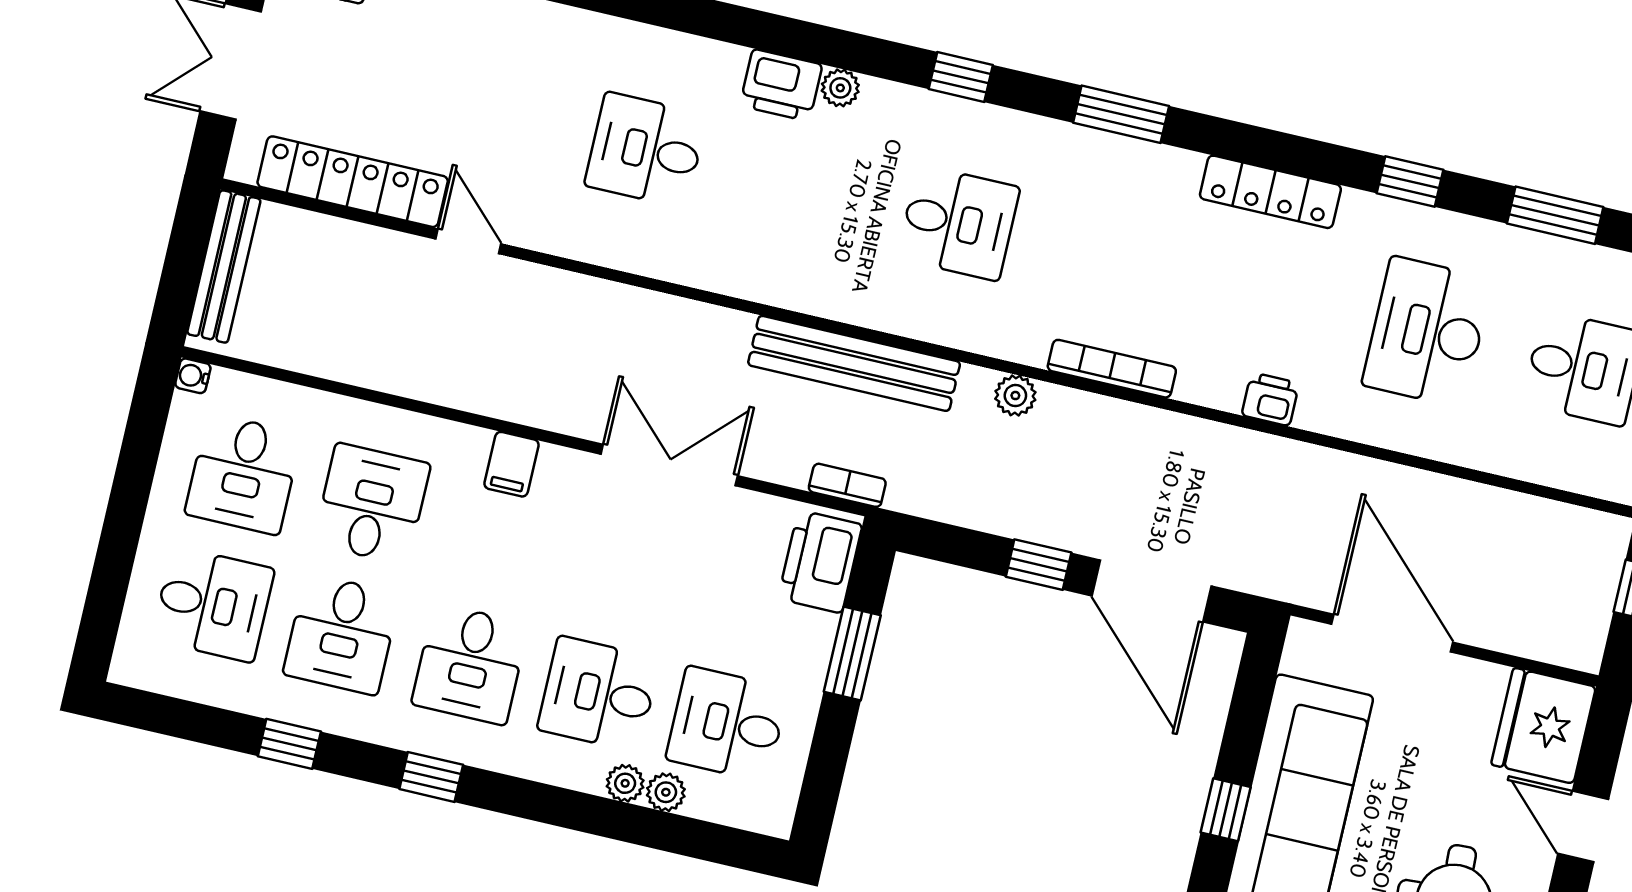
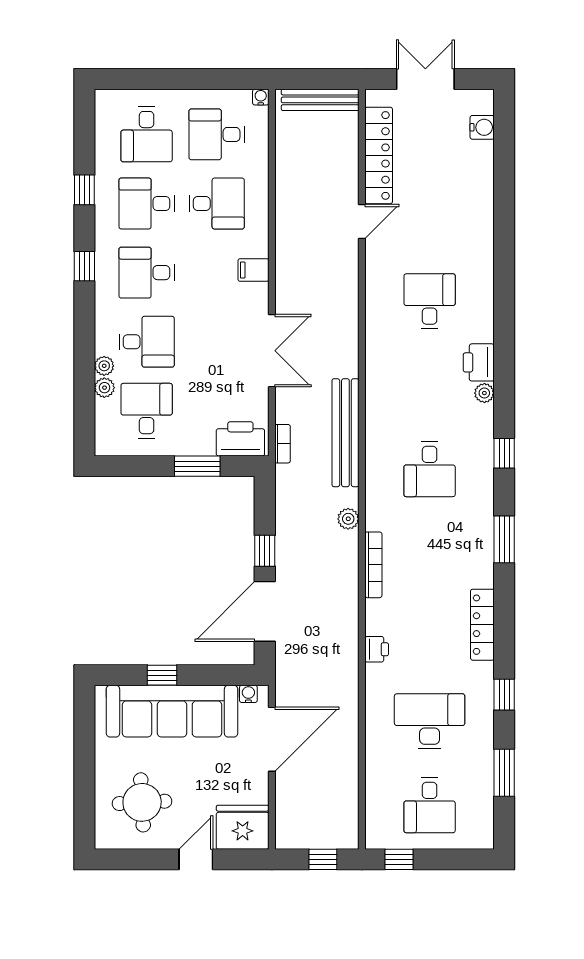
water cooler: (1298, 657) -> (248, 694), added
desk: (599, 694) -> (147, 342), turned 90

